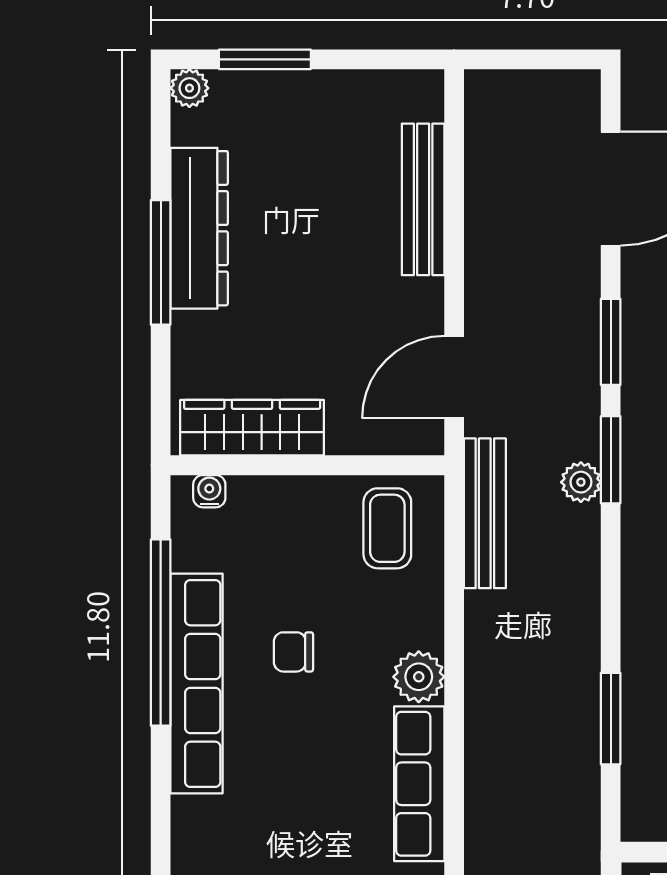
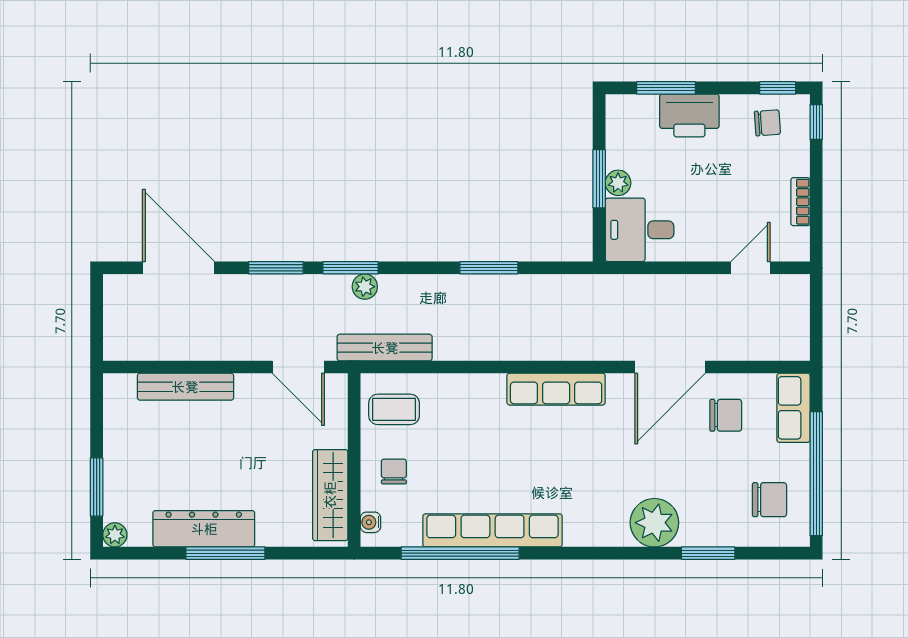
chair: (293, 652) -> (394, 471), moved, turned 180
plant: (419, 677) -> (488, 389), removed
window: (611, 719) -> (489, 268), moved

